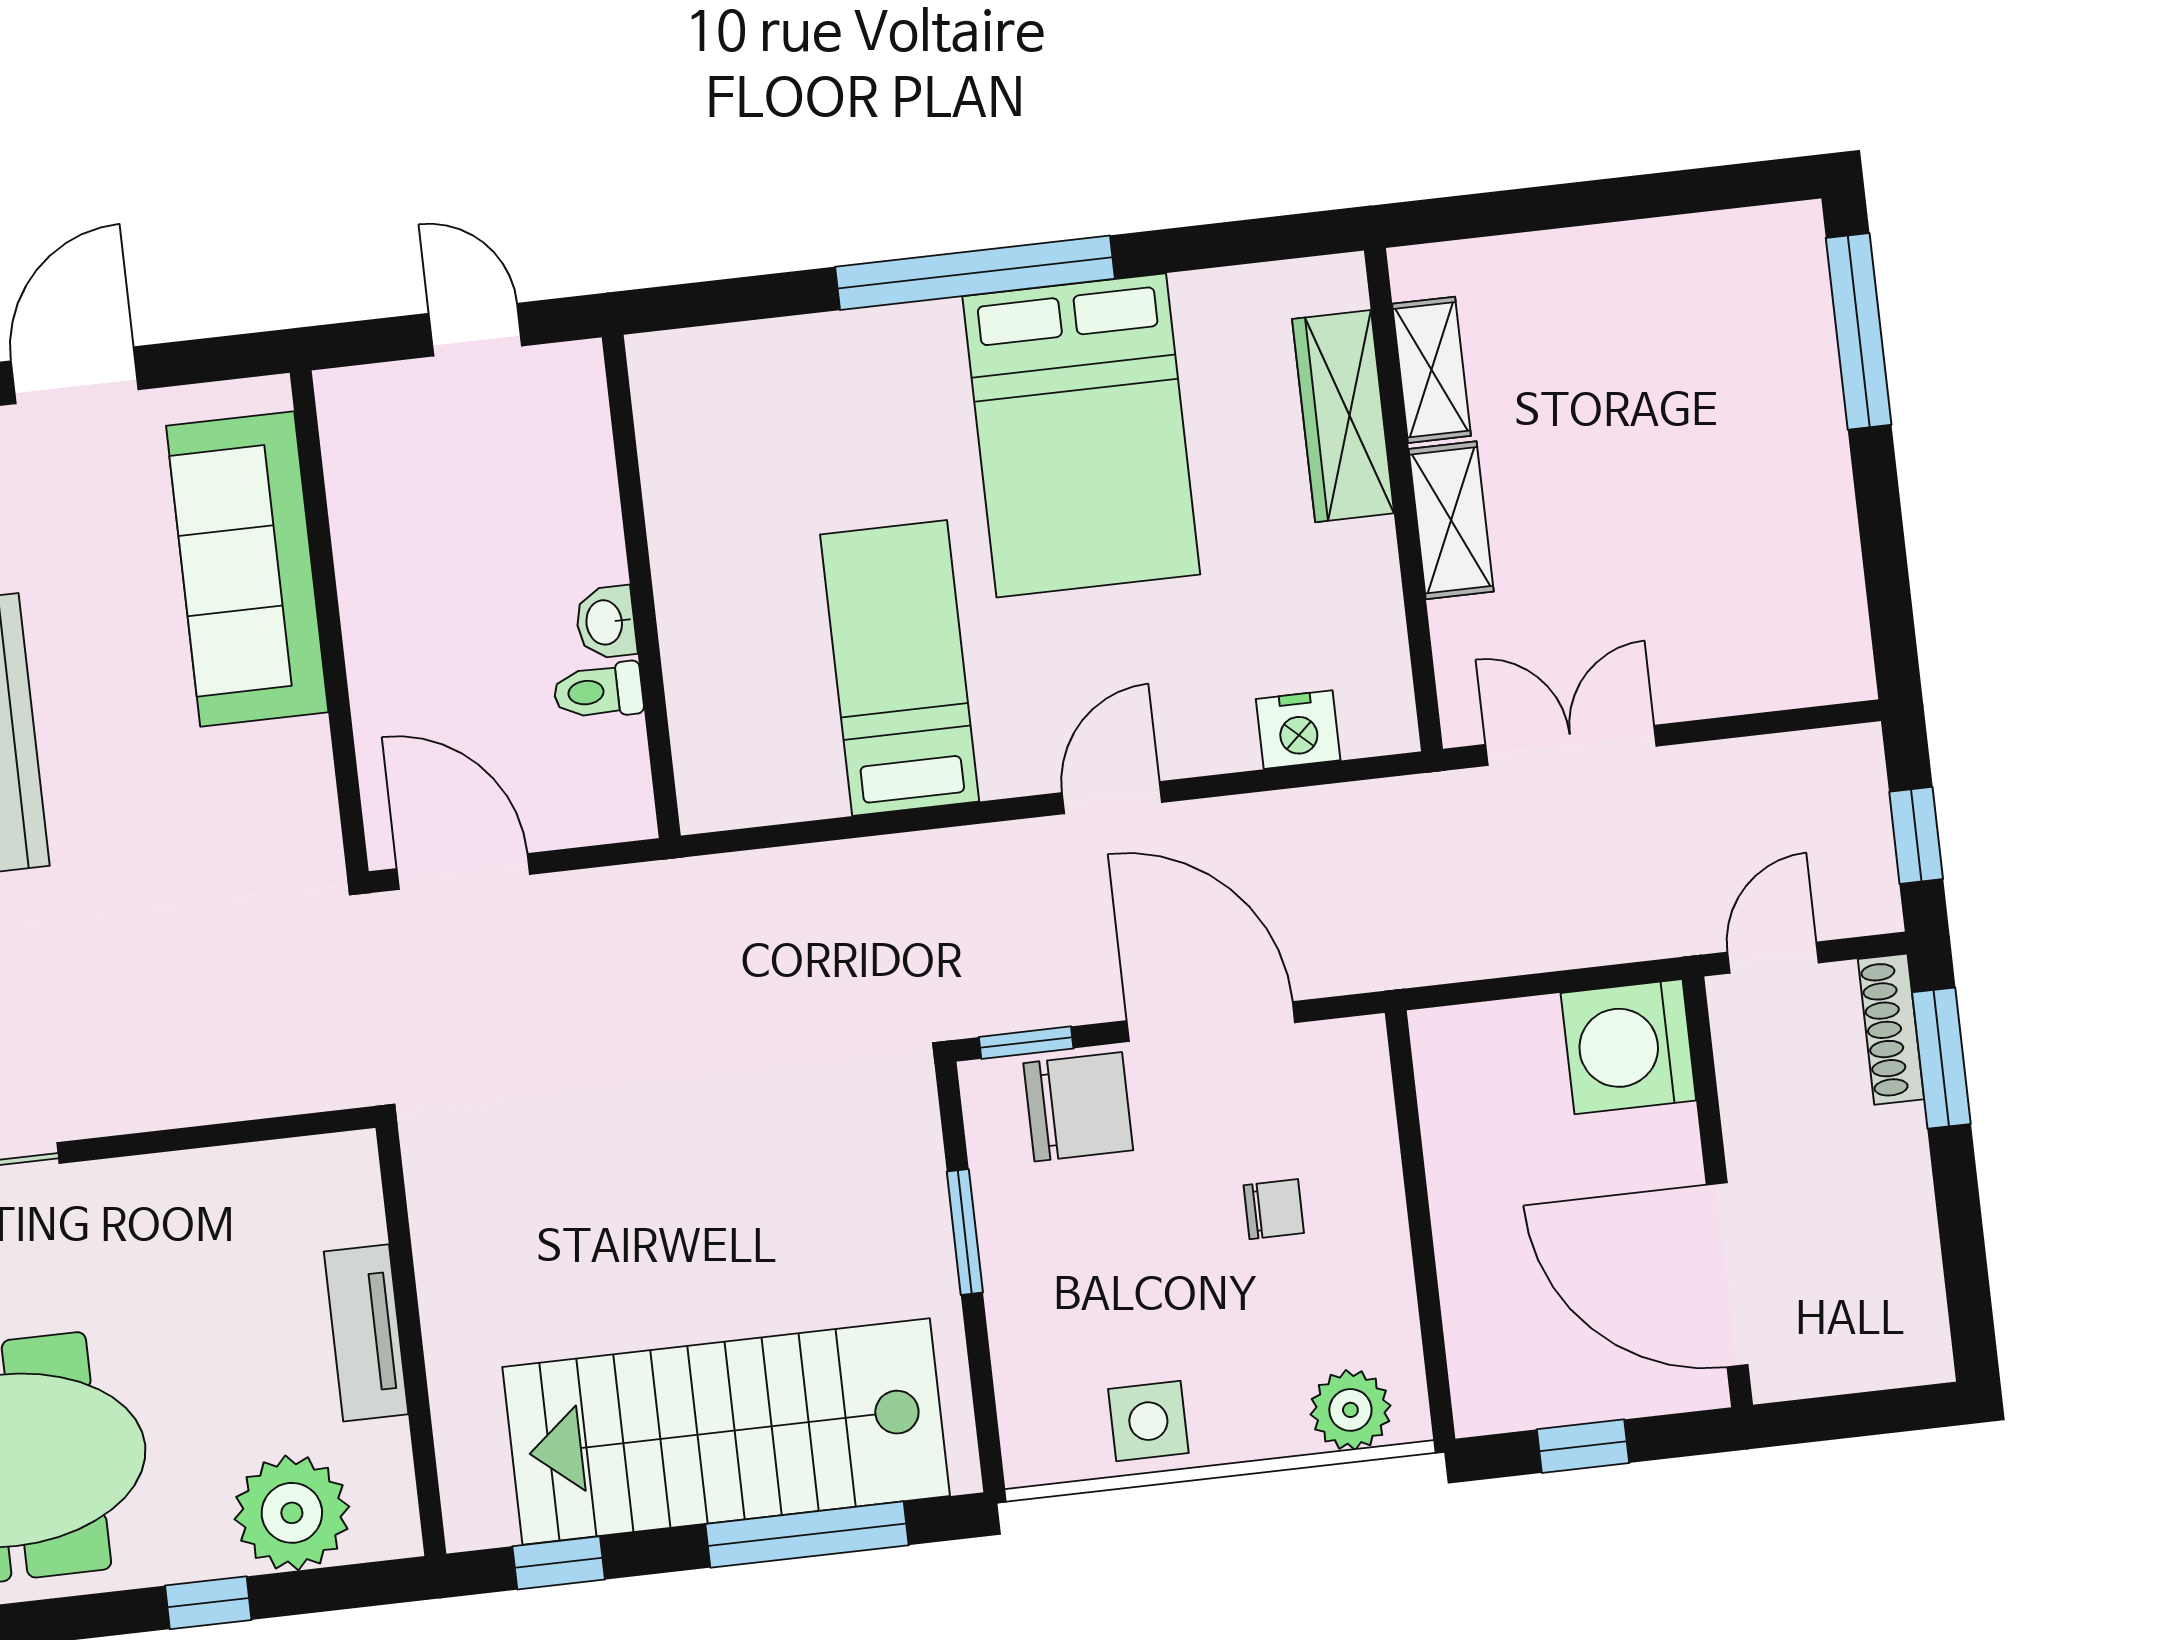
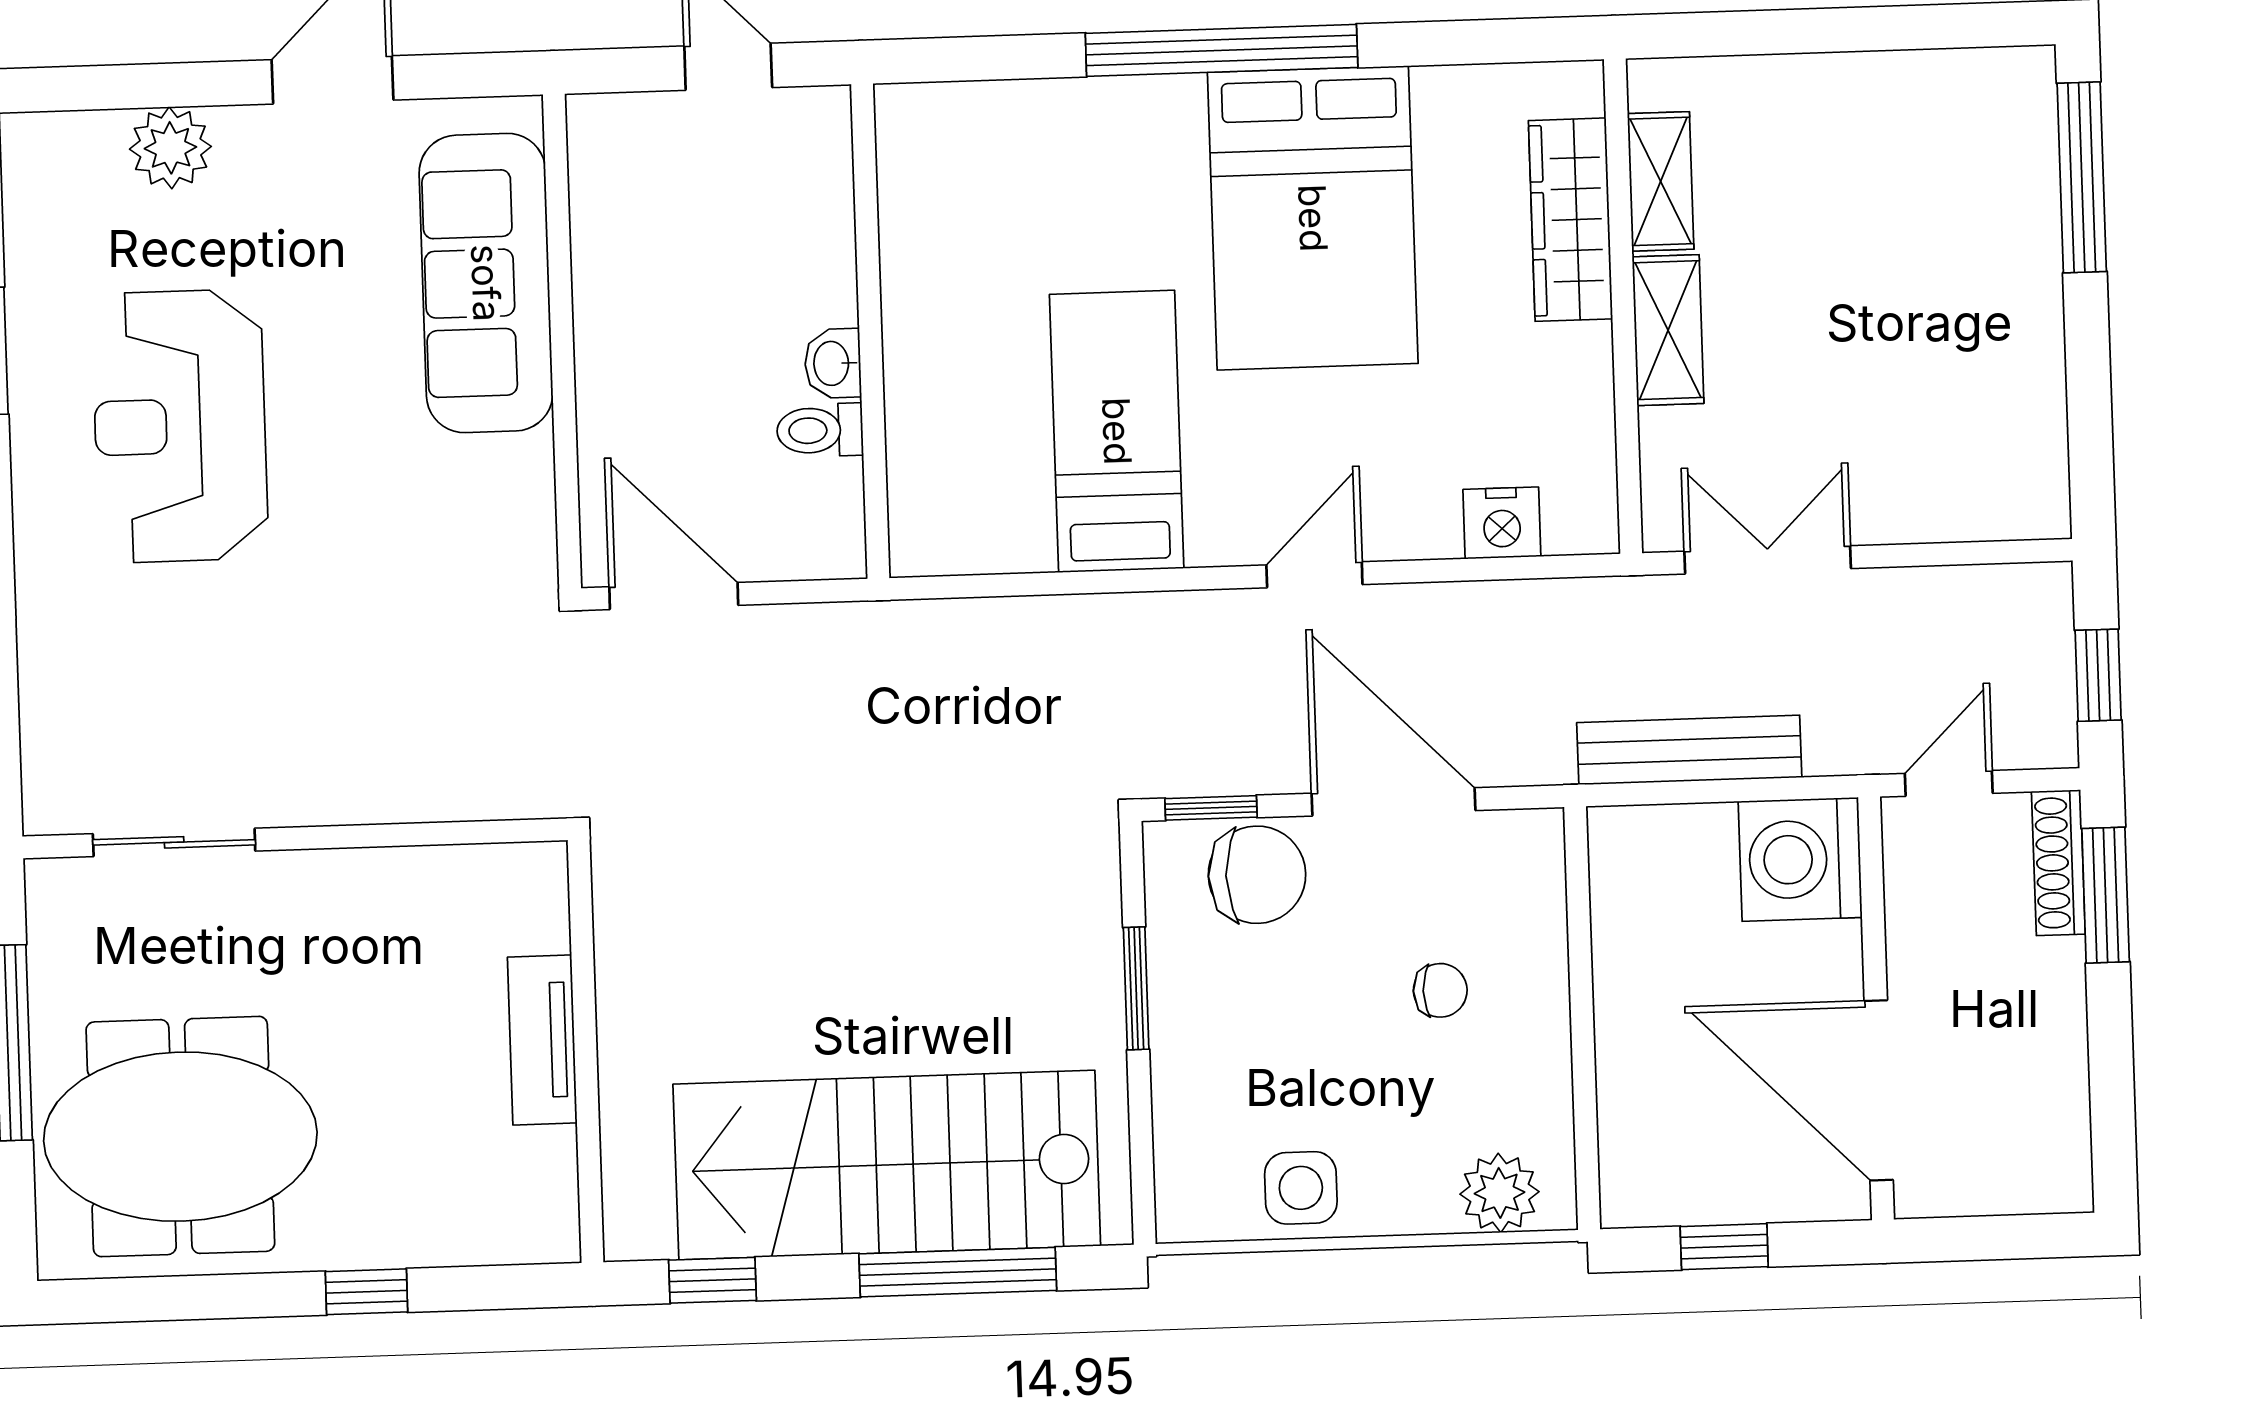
bench: (1507, 945) -> (1689, 750), added
plant: (292, 1513) -> (455, 1210), removed

